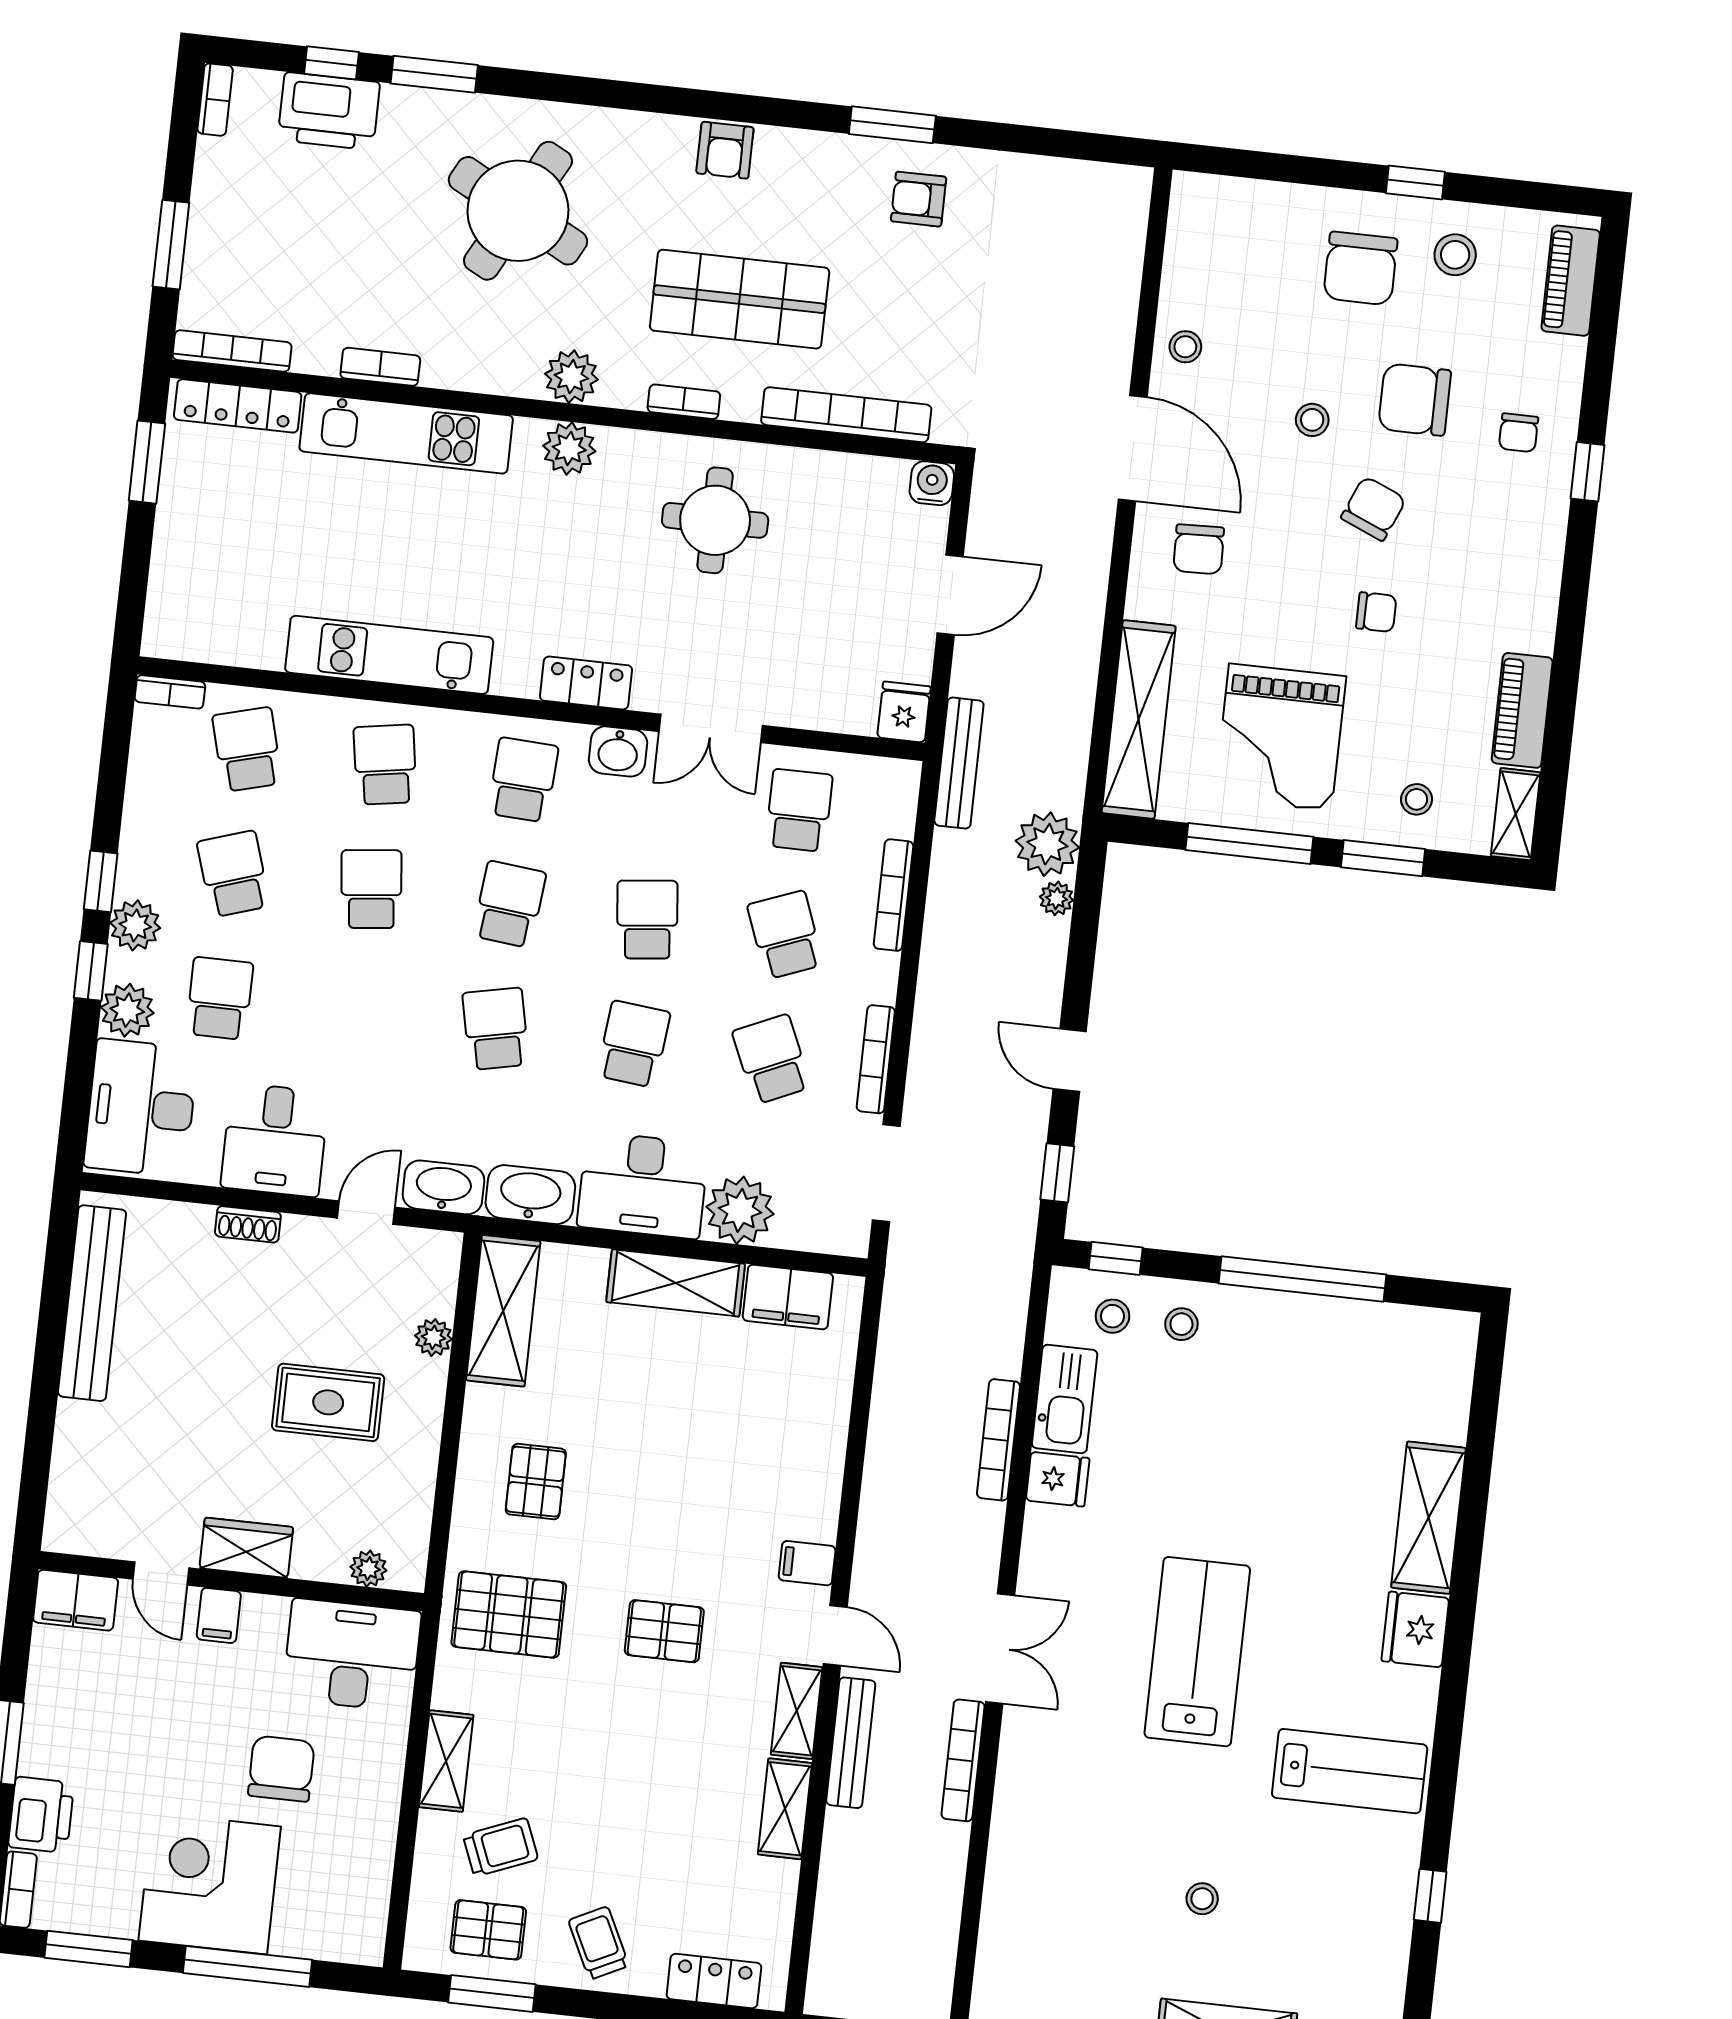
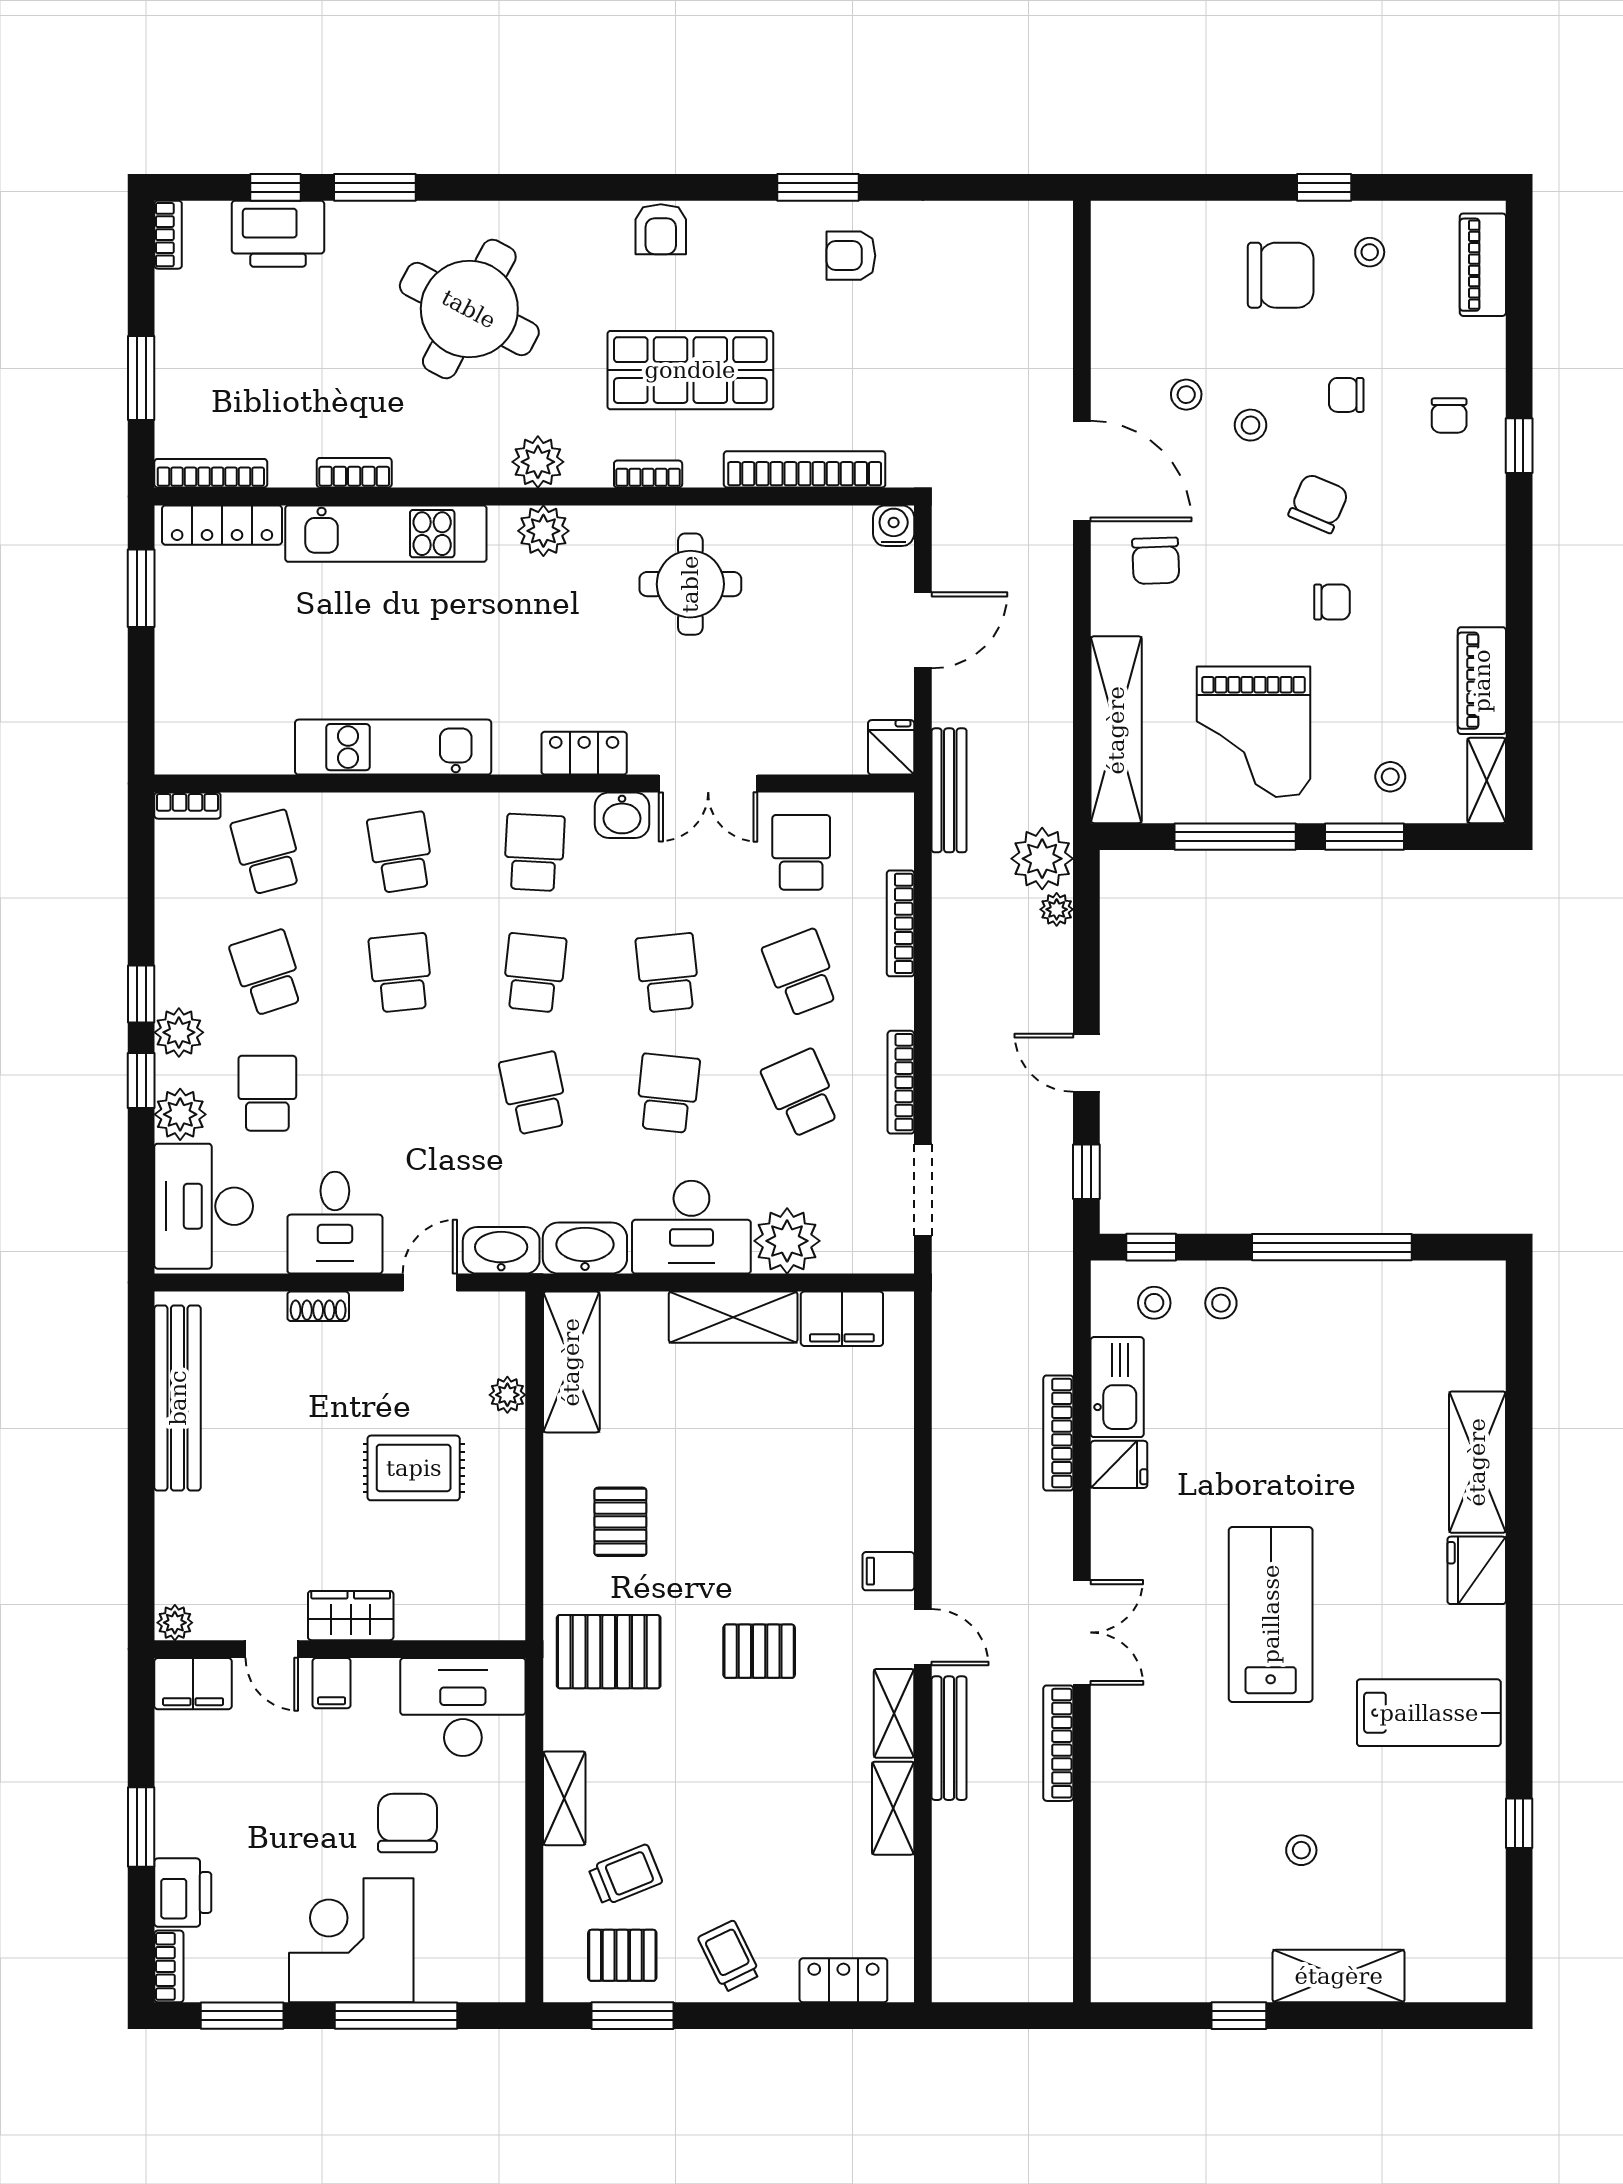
stool: (1455, 255) -> (1370, 252), width x0.73, depth x0.73
chair: (1360, 268) -> (1281, 275), turned -90
stool: (1185, 347) -> (1186, 395), moved
chair: (1415, 400) -> (1346, 395), width x0.54, depth x0.54
plant: (368, 1569) -> (175, 1623), moved

